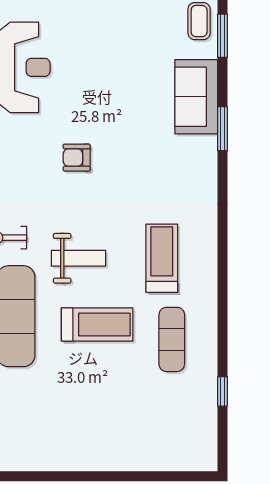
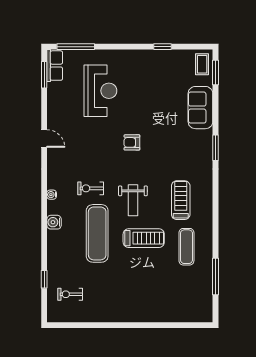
window: (223, 129) -> (216, 148), moved
weight bench: (78, 258) -> (133, 200), turned 90
window: (223, 391) -> (216, 276), width x2.17

